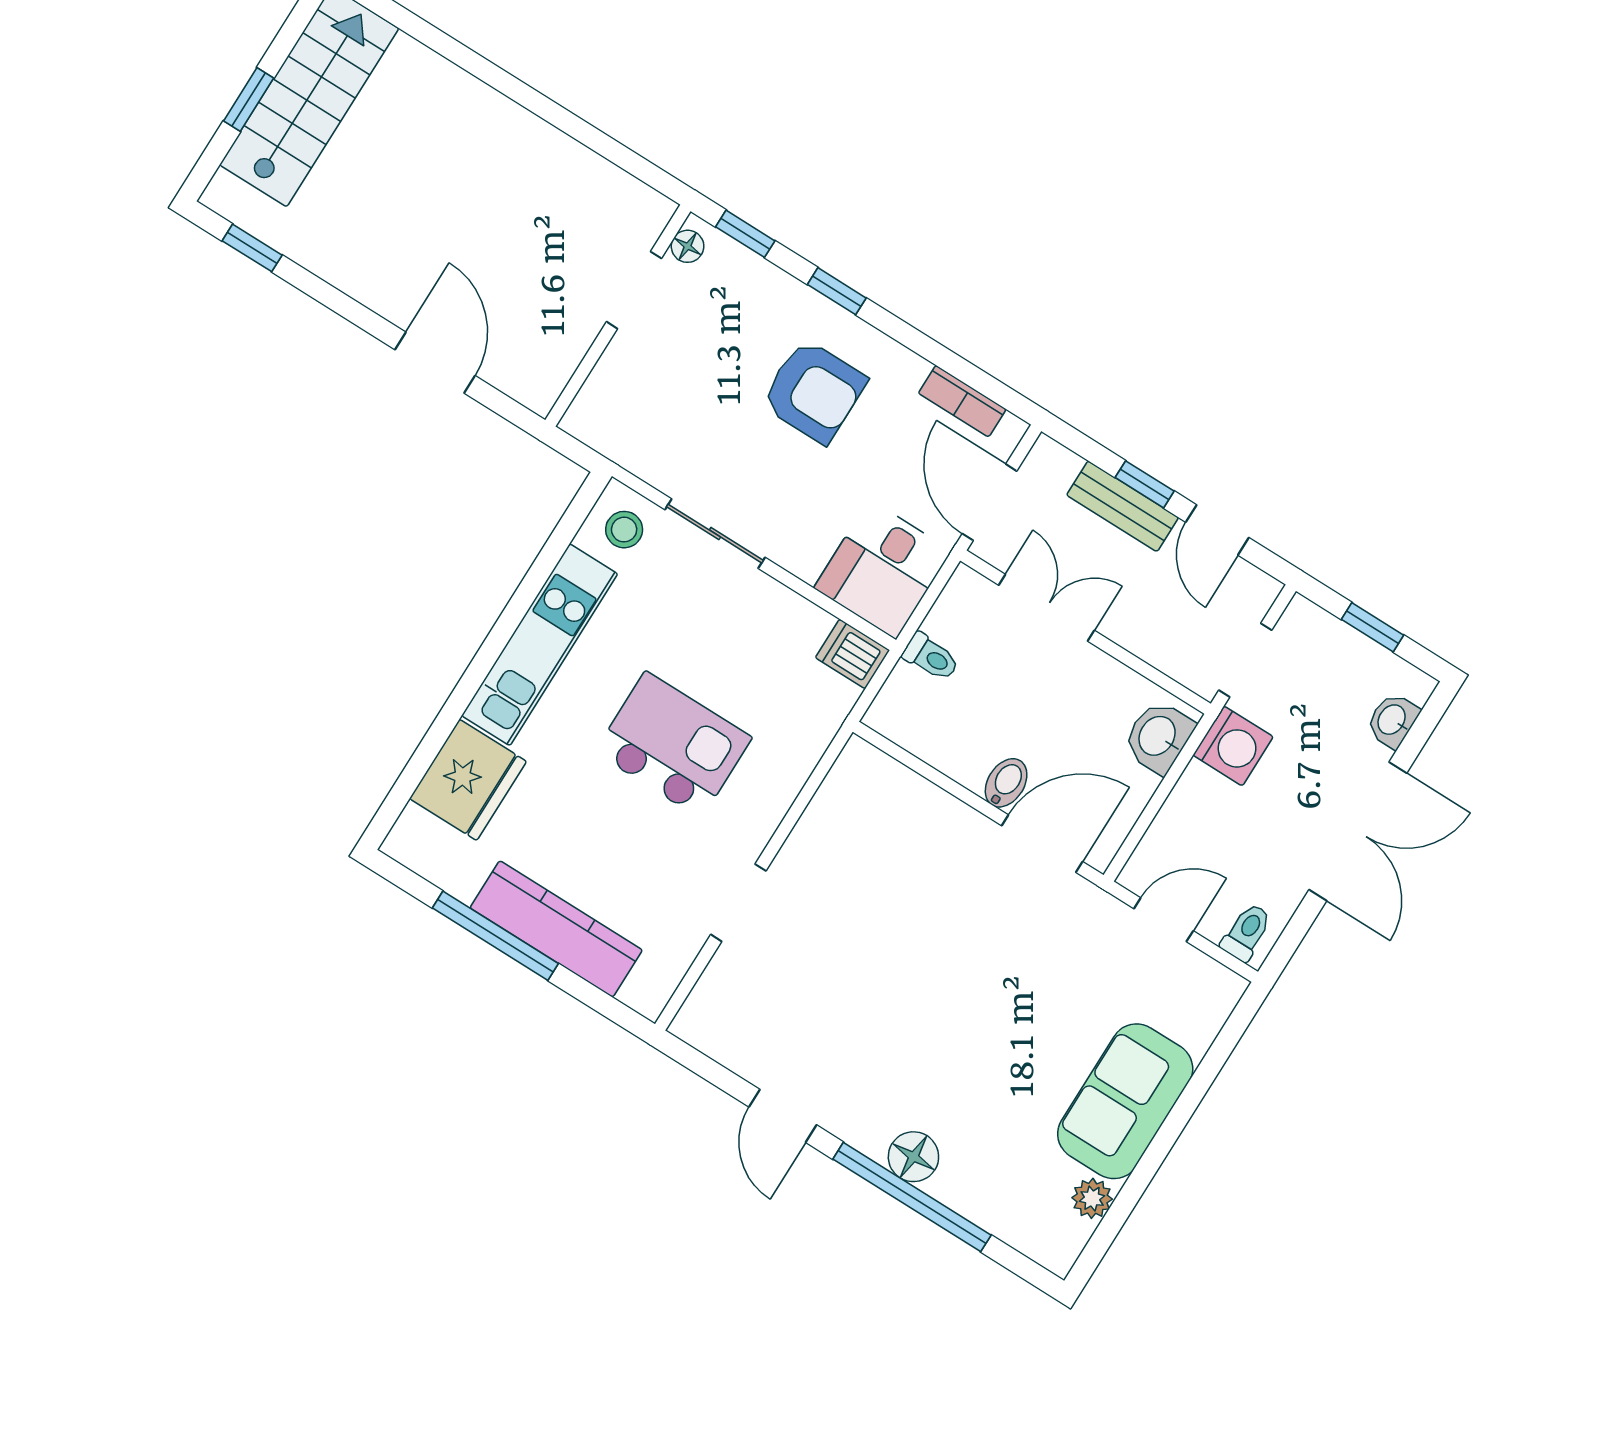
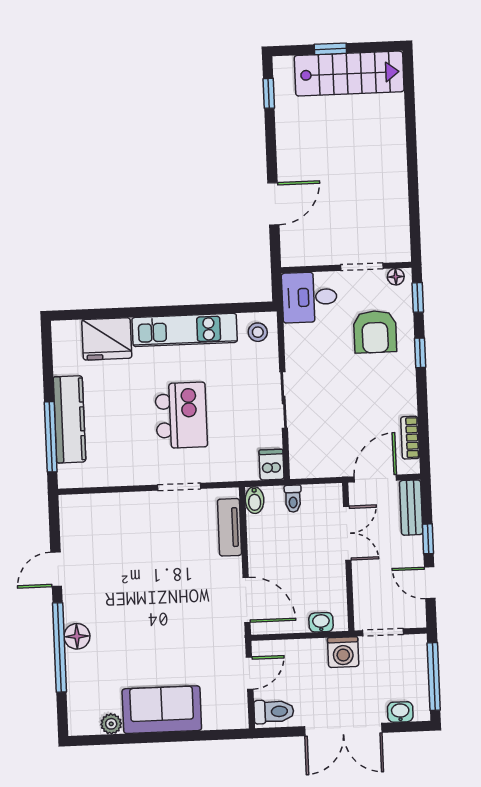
armchair: (814, 391) -> (375, 332), moved
bench: (1123, 506) -> (411, 508), moved
door: (1217, 530) -> (430, 583), hinge flipped
sliding door: (715, 534) -> (284, 400), moved
desk: (883, 569) -> (309, 297), moved
window: (1372, 627) -> (434, 676), width x2.17
washbasin: (1158, 737) -> (321, 622), width x0.72, depth x0.69
bidet: (1006, 783) -> (255, 500), moved, turned 90
tv unit: (907, 791) -> (230, 527), added
doorway: (738, 903) -> (179, 487), moved
door: (1164, 920) -> (250, 673), hinge flipped
toilet: (1247, 932) -> (274, 712), width x1.37, depth x1.39
window: (495, 936) -> (51, 437), moved

